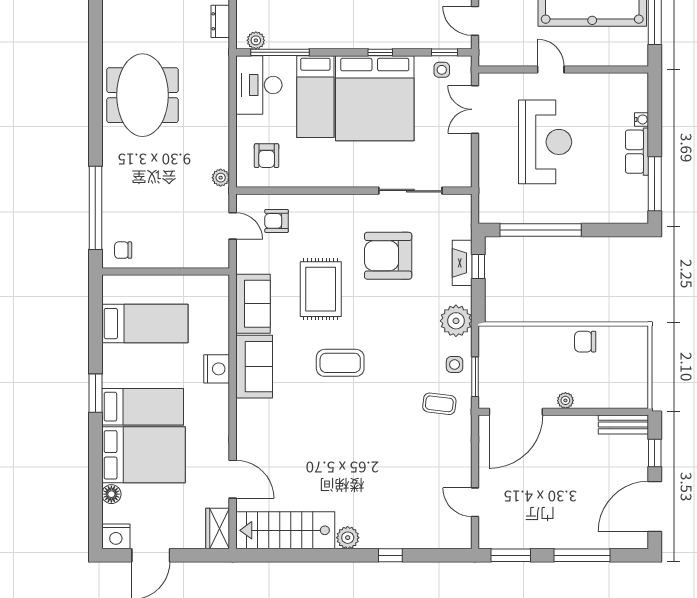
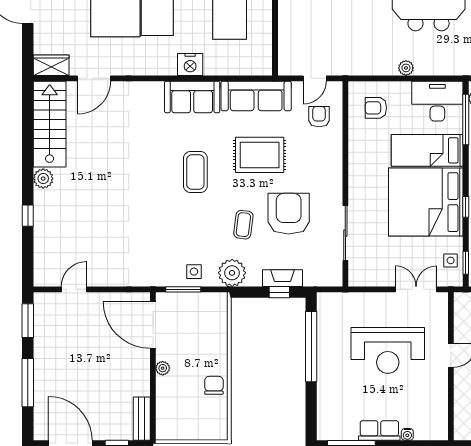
plant: (221, 178) -> (406, 68), moved
sofa: (253, 304) -> (256, 96), width x1.36
coffee table: (439, 404) -> (243, 225), moved

